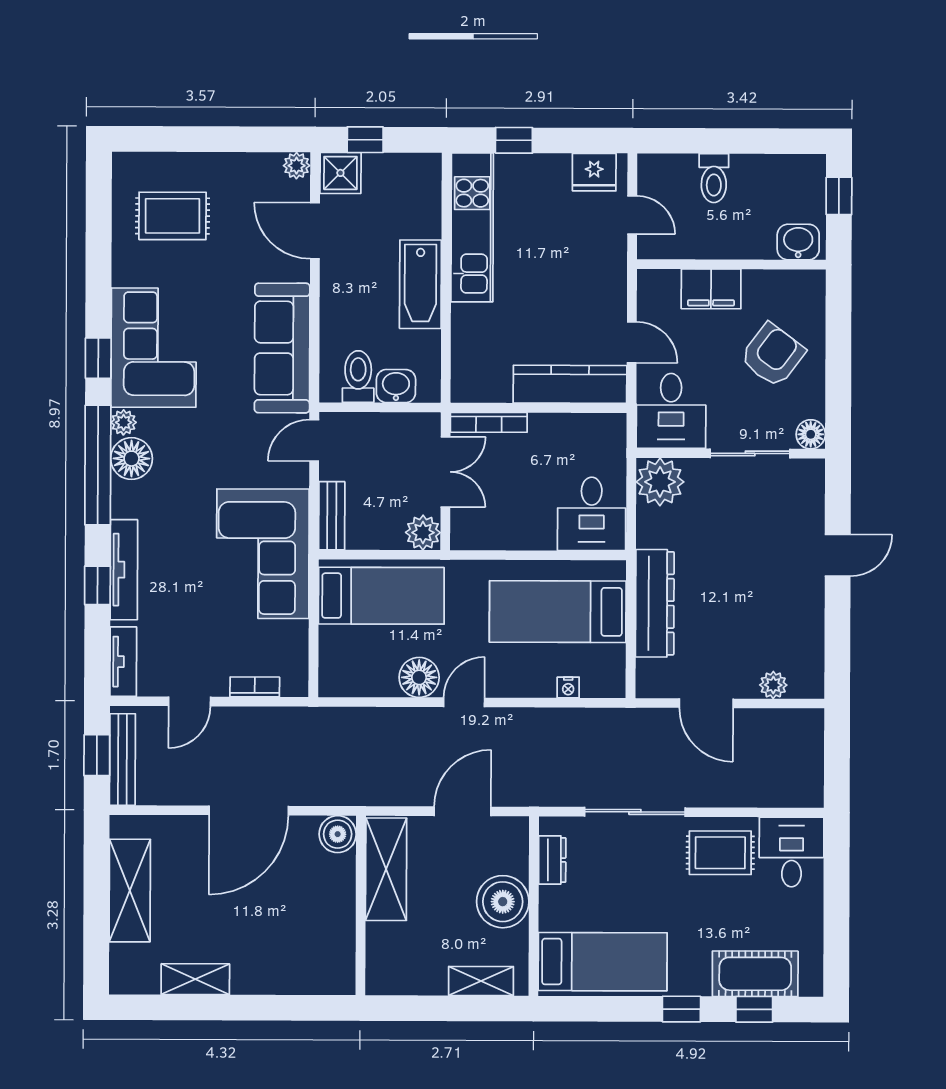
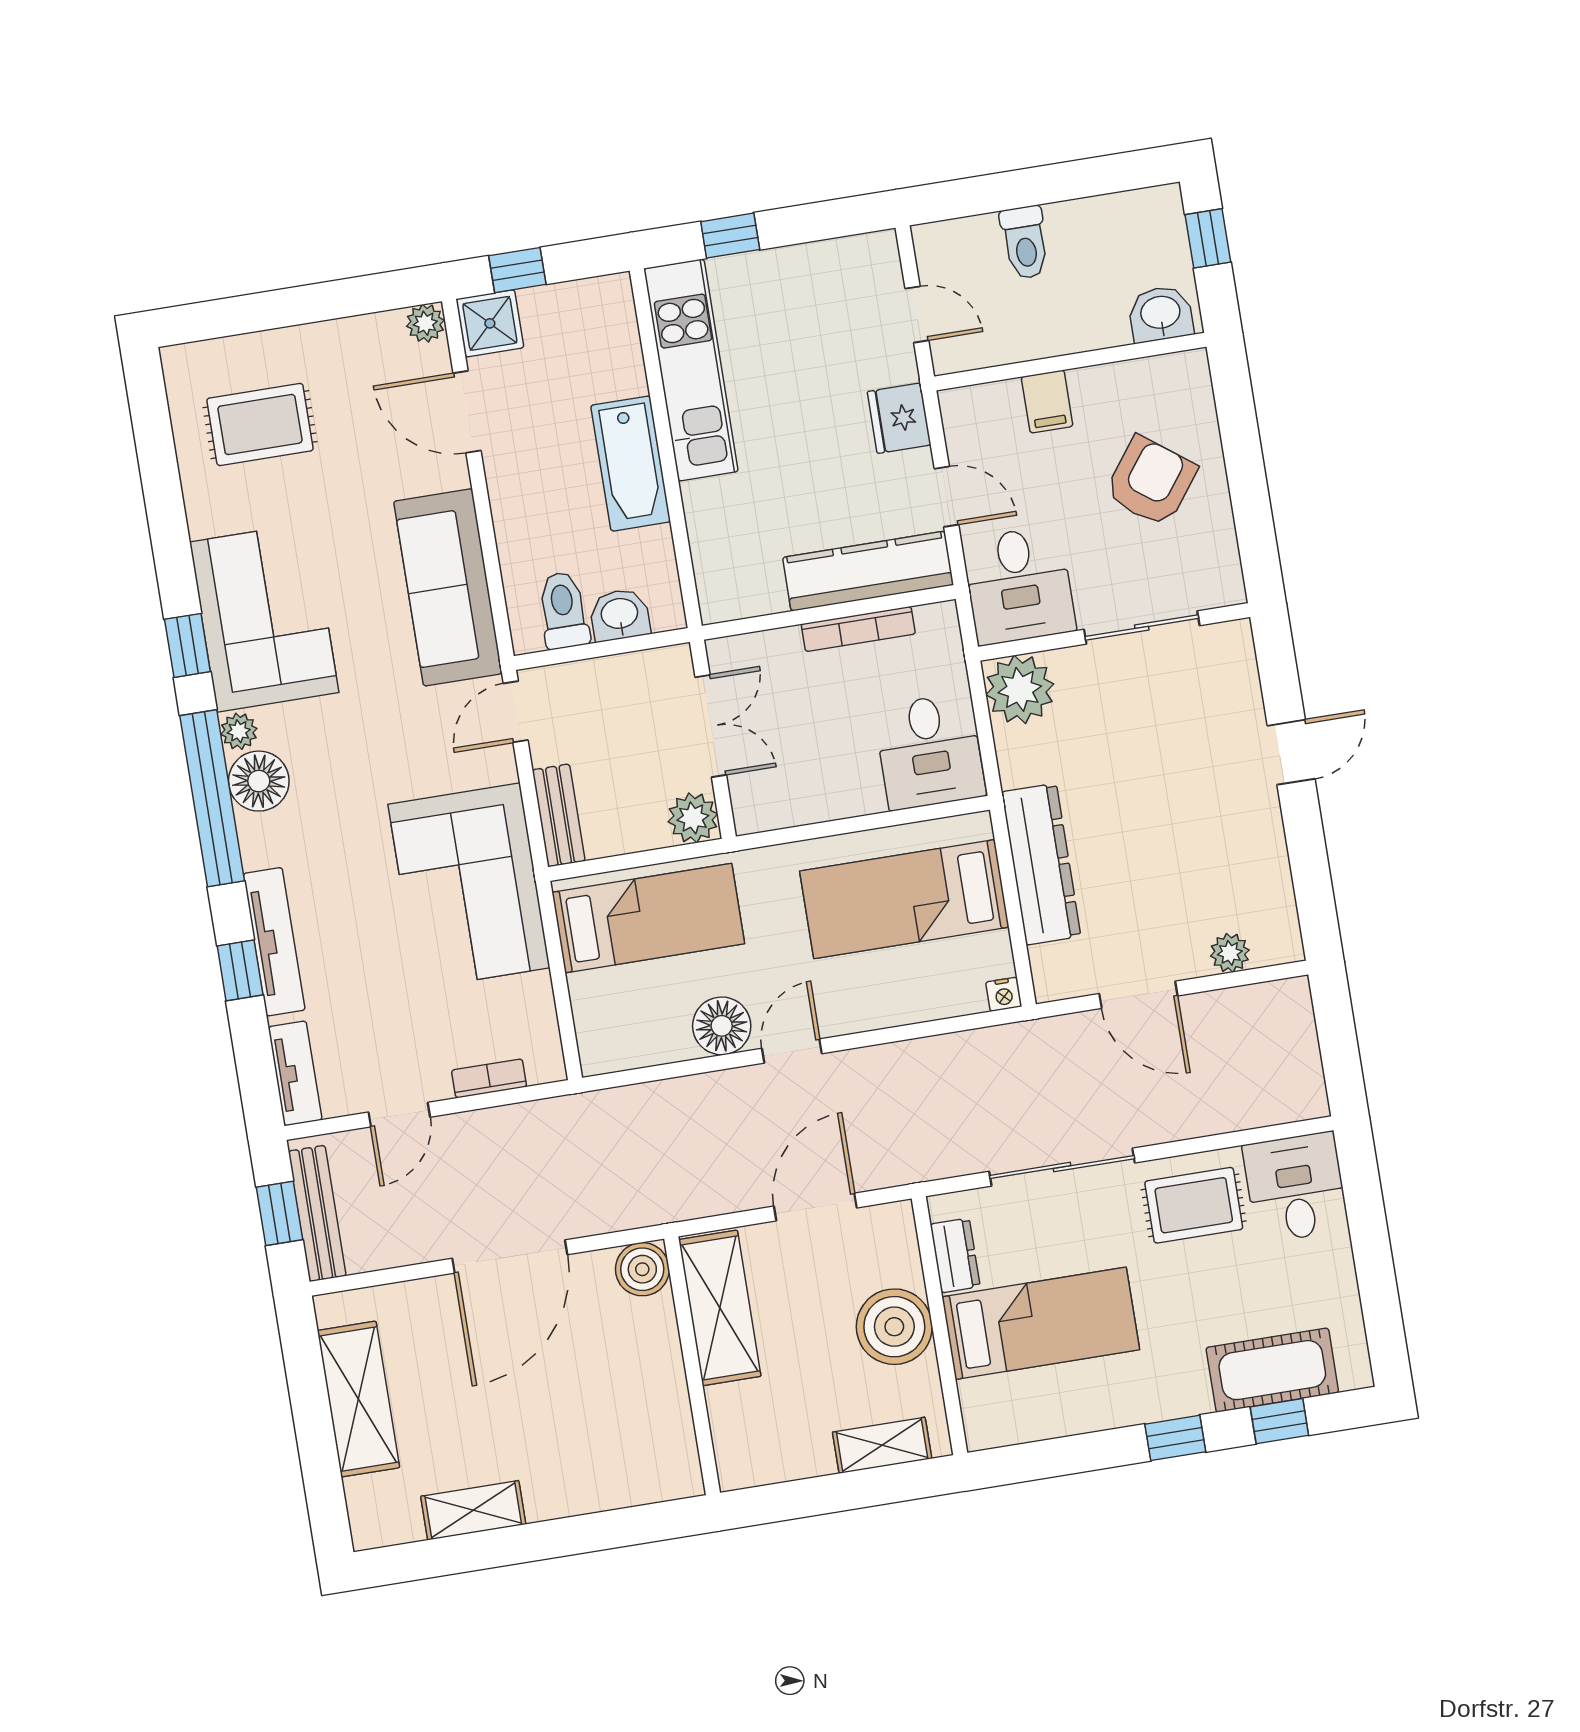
fridge: (594, 172) -> (899, 418), moved, turned 90
filing cabinet: (711, 289) -> (1047, 402), width x0.50
bookcase: (489, 422) -> (858, 629), moved
floor lamp: (811, 434) -> (1224, 586), removed
nightstand: (568, 687) -> (1004, 994), moved
bed: (603, 962) -> (1041, 1323), moved

